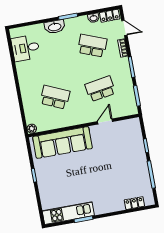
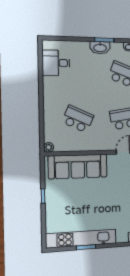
washbasin: (55, 27) -> (100, 48), moved
kitchen unit: (68, 213) -> (81, 239), width x1.36

